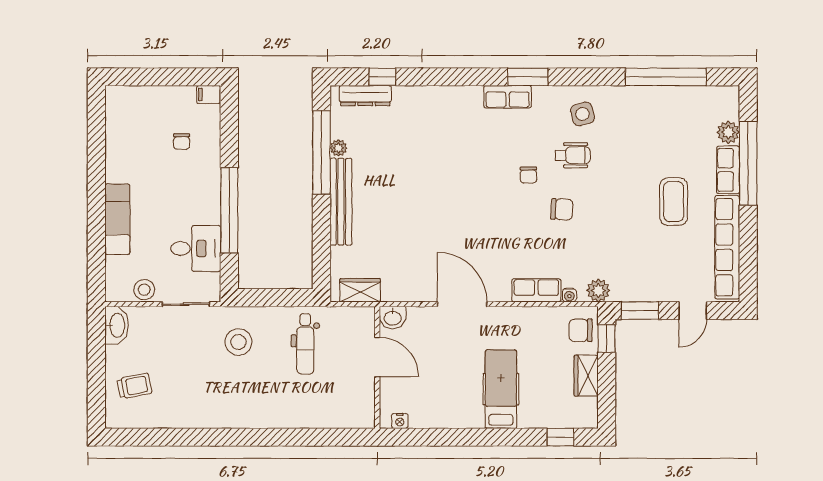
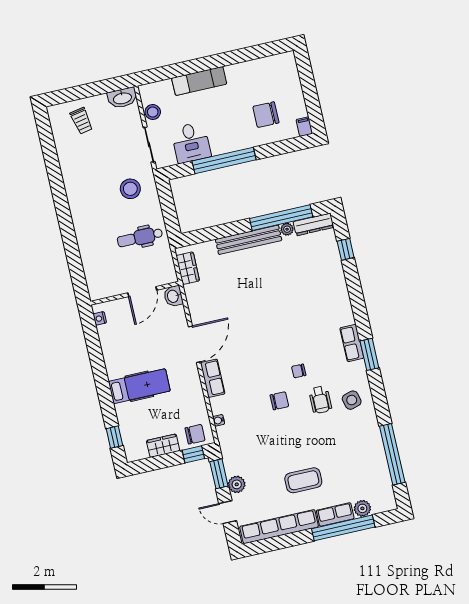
dresser: (365, 96) -> (313, 224), moved, turned -90
chair: (182, 142) -> (266, 115), width x1.87, depth x1.87
chair: (562, 209) -> (279, 401), turned -93
row of seats: (536, 290) -> (213, 378), moved
plant: (598, 290) -> (237, 484), moved
chair: (581, 330) -> (195, 434), turned 90

